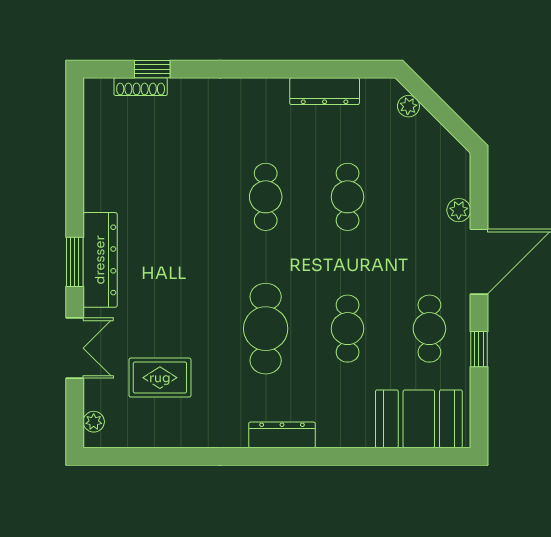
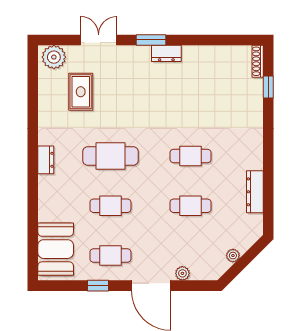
shoe rack: (141, 87) -> (258, 61), moved
plant: (408, 106) -> (233, 256), moved
dresser: (100, 260) -> (166, 53), width x0.51, depth x0.80
double door: (75, 348) -> (99, 40), swing flipped
plant: (94, 422) -> (54, 57), width x1.88, depth x1.88
dresser: (282, 435) -> (46, 160), width x0.70

